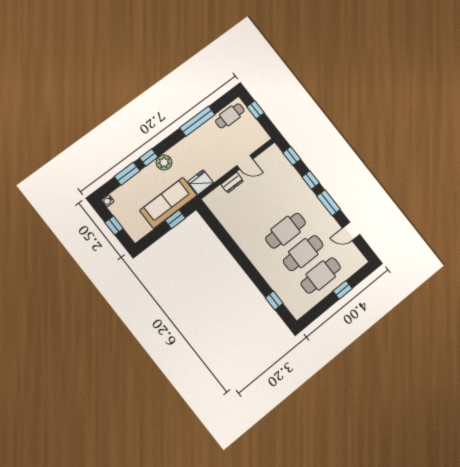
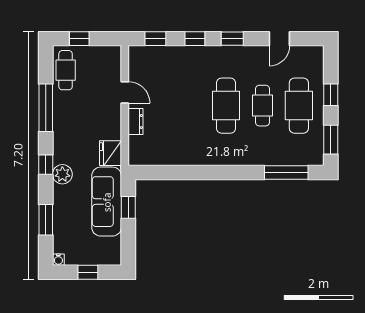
window: (149, 157) -> (46, 165), moved
door: (245, 162) -> (125, 92), hinge flipped
window: (329, 203) -> (232, 39), width x0.67
cafe table: (303, 253) -> (262, 106), width x0.73, depth x0.74
window: (274, 301) -> (286, 173), width x2.17
window: (316, 312) -> (331, 140), added

